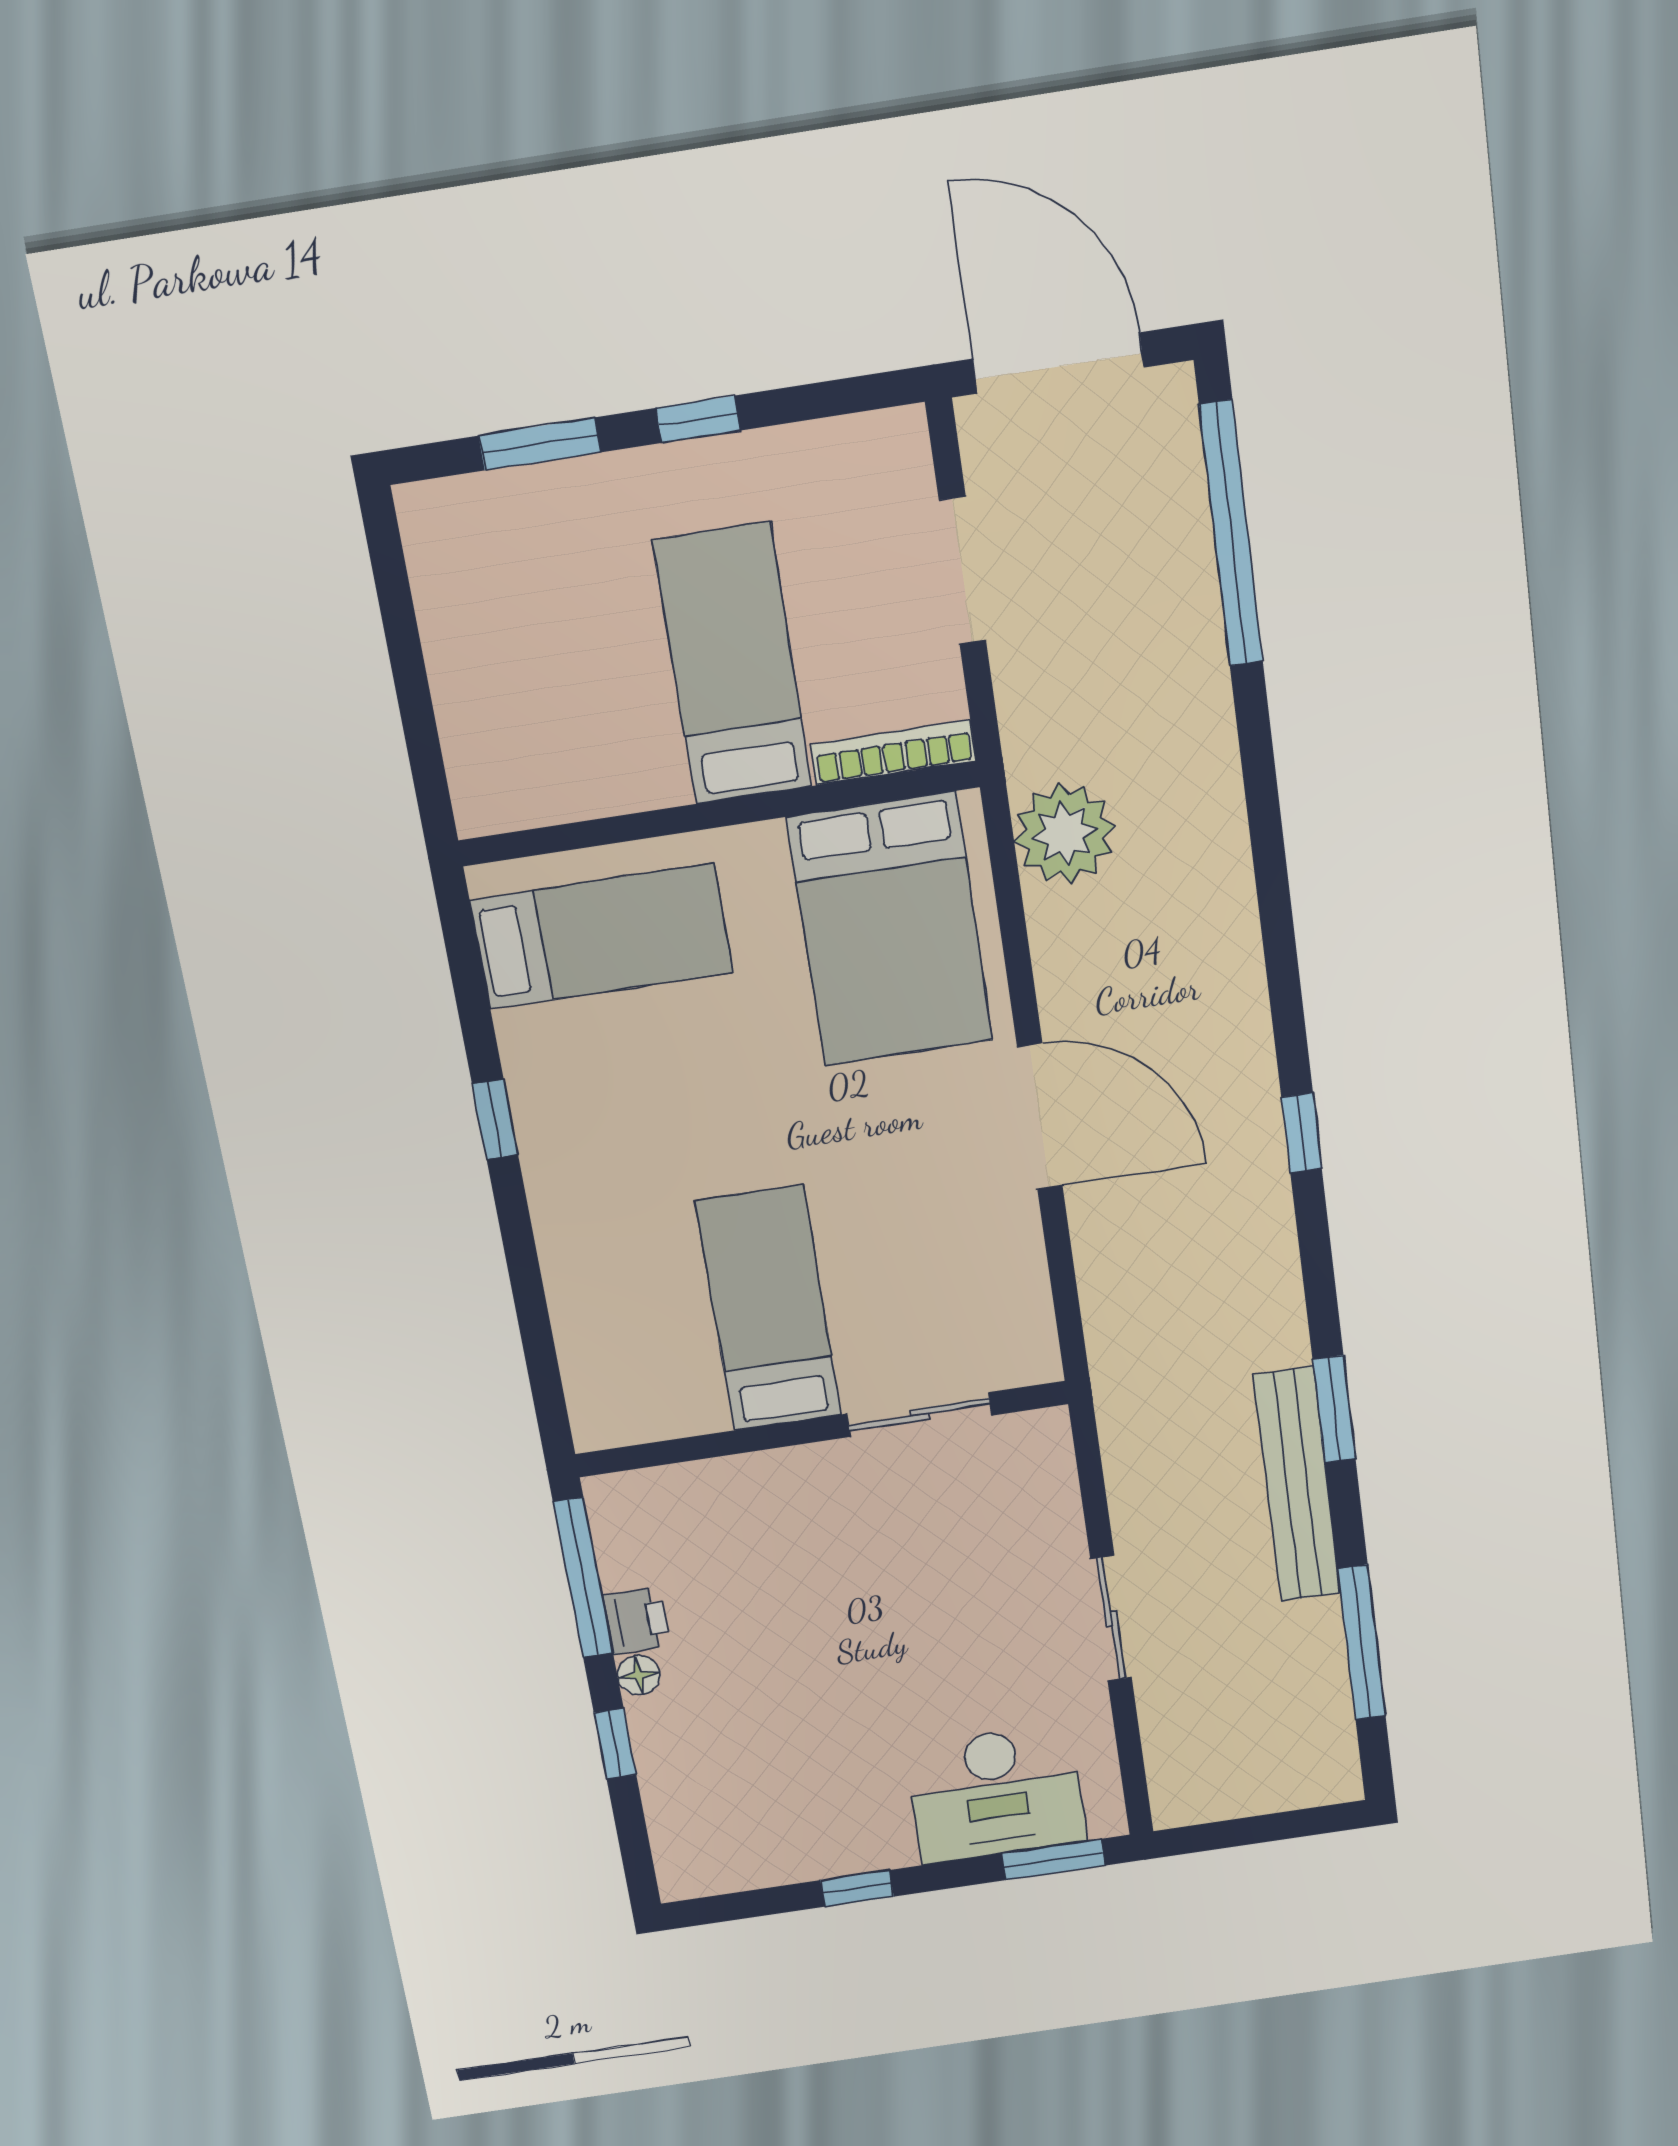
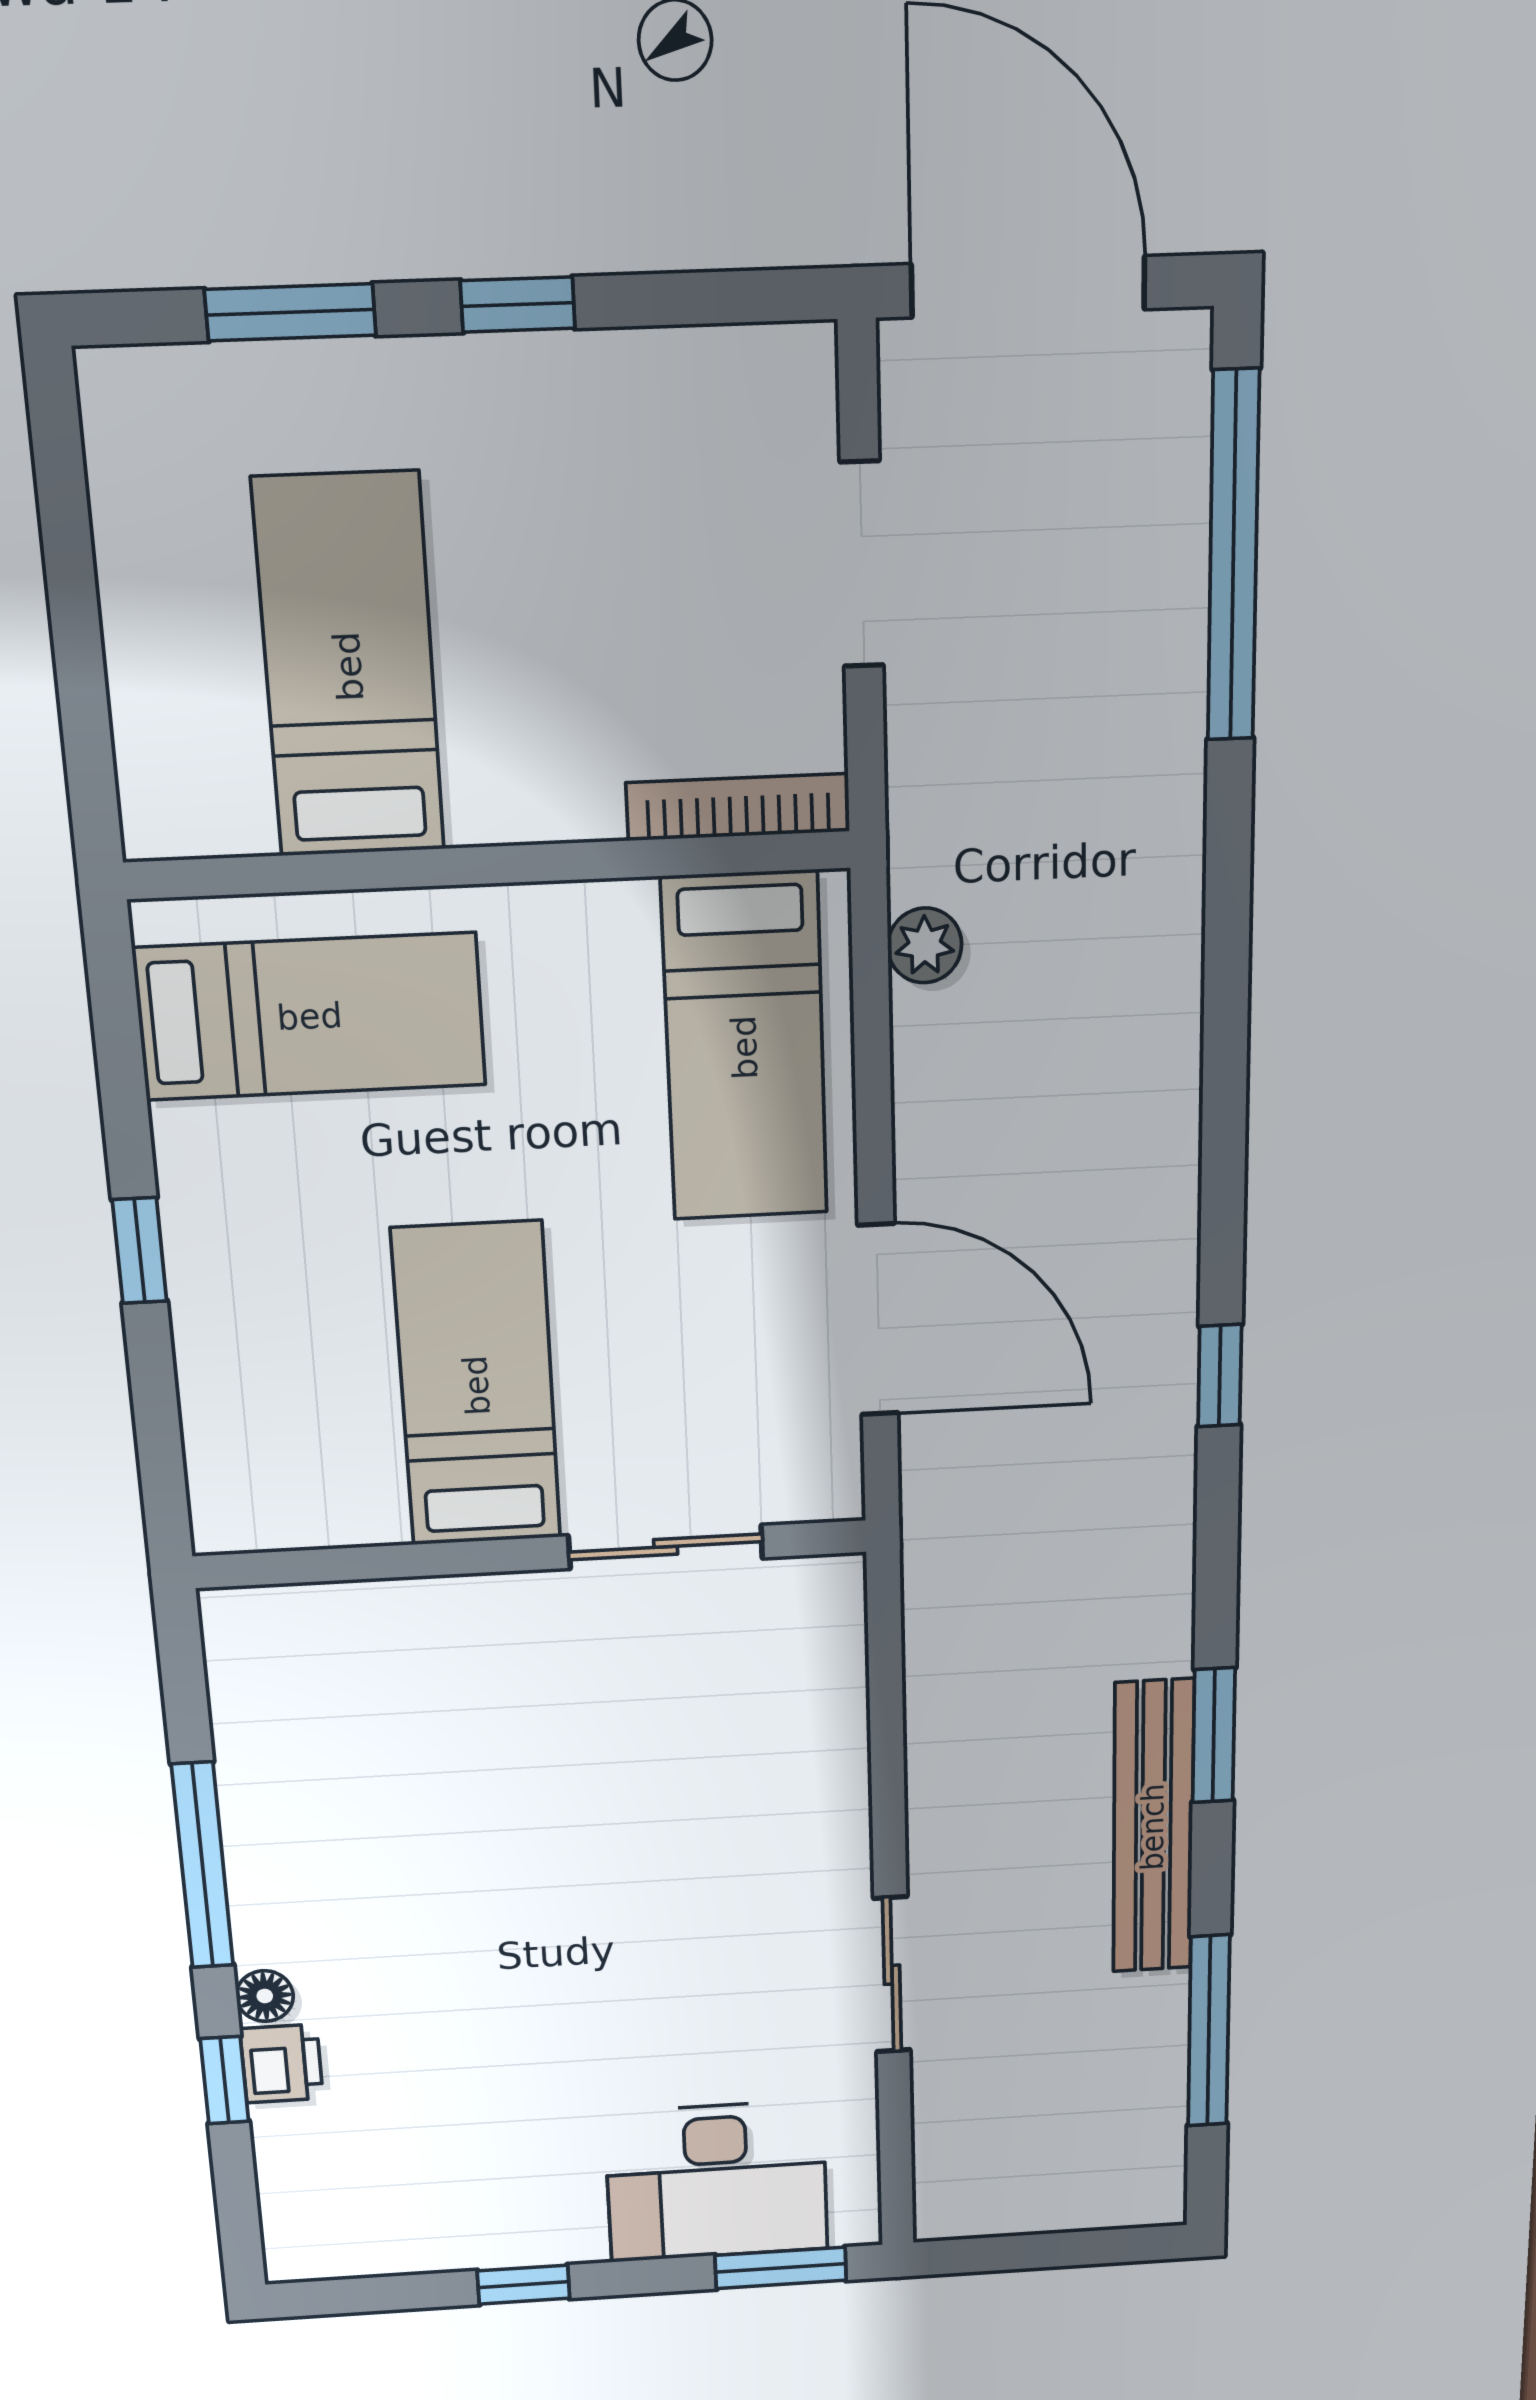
bed: (733, 664) -> (349, 666), moved
plant: (1065, 834) -> (925, 945), width x0.53, depth x0.53
bed: (890, 929) -> (745, 1047), width x0.67
bed: (769, 1309) -> (477, 1385), moved
sliding door: (919, 1415) -> (666, 1547), moved
wall: (822, 1429) -> (532, 1554), moved
printer: (636, 1621) -> (282, 2064), moved

